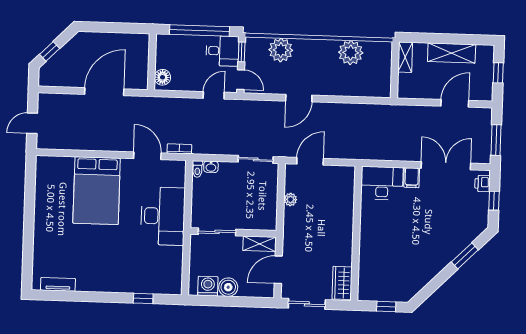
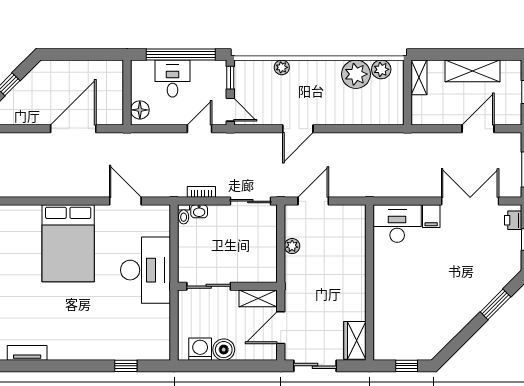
plant: (373, 49) -> (381, 69), added
plant: (281, 50) -> (282, 67), width x0.53, depth x0.53
desk: (222, 51) -> (173, 79), moved, turned -90
bookcase: (179, 149) -> (201, 192), moved

